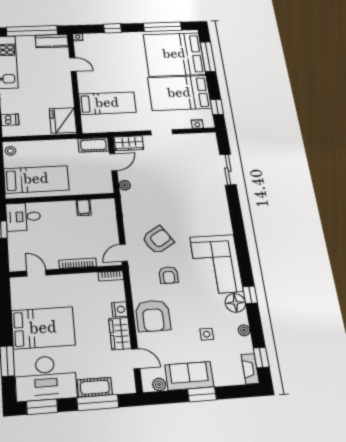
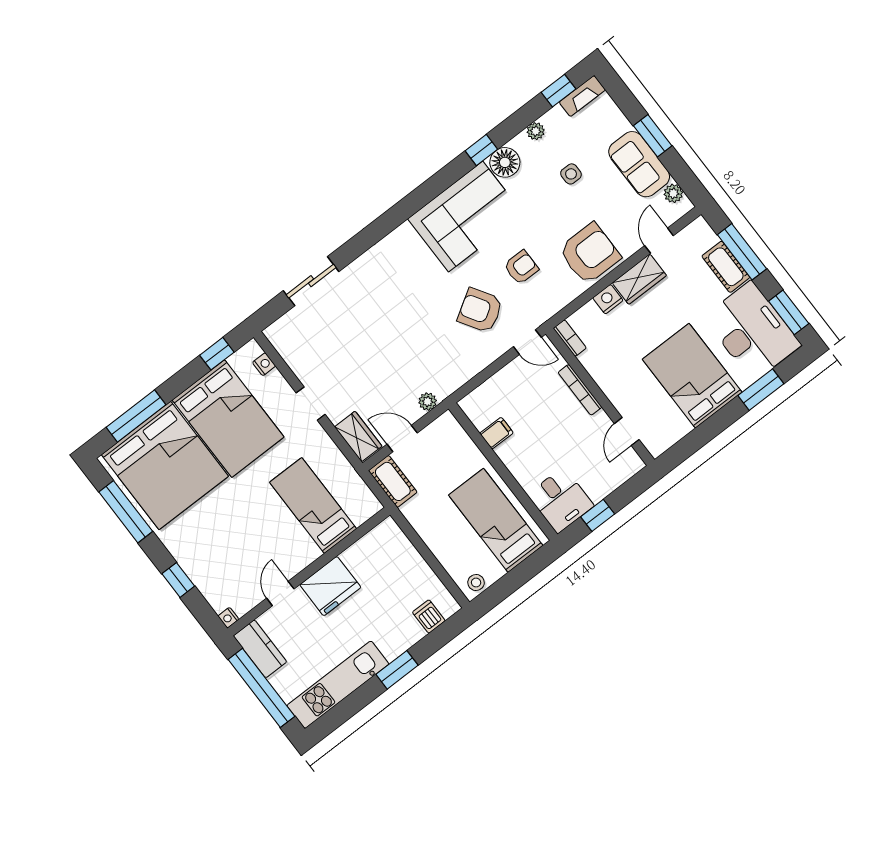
fridge: (63, 120) -> (330, 586), moved

